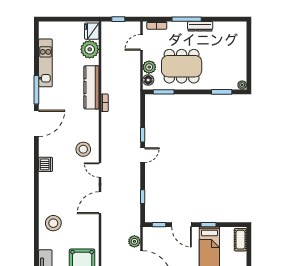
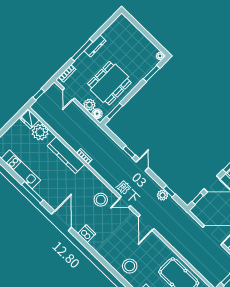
door: (36, 123) -> (62, 221), moved
plant: (134, 241) -> (163, 195), moved

